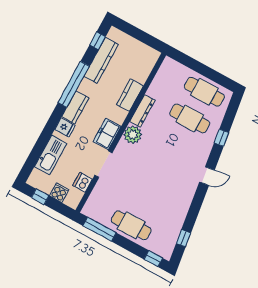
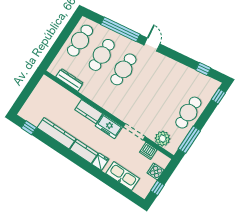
kitchen counter: (101, 60) -> (57, 133), moved
window: (74, 84) -> (64, 151), removed
kitchen counter: (130, 95) -> (89, 112), moved
dresser: (142, 111) -> (70, 80), moved
plant: (133, 135) -> (162, 139), moved
window: (221, 138) -> (120, 29), width x3.17
cafe table: (175, 145) -> (123, 69), added

